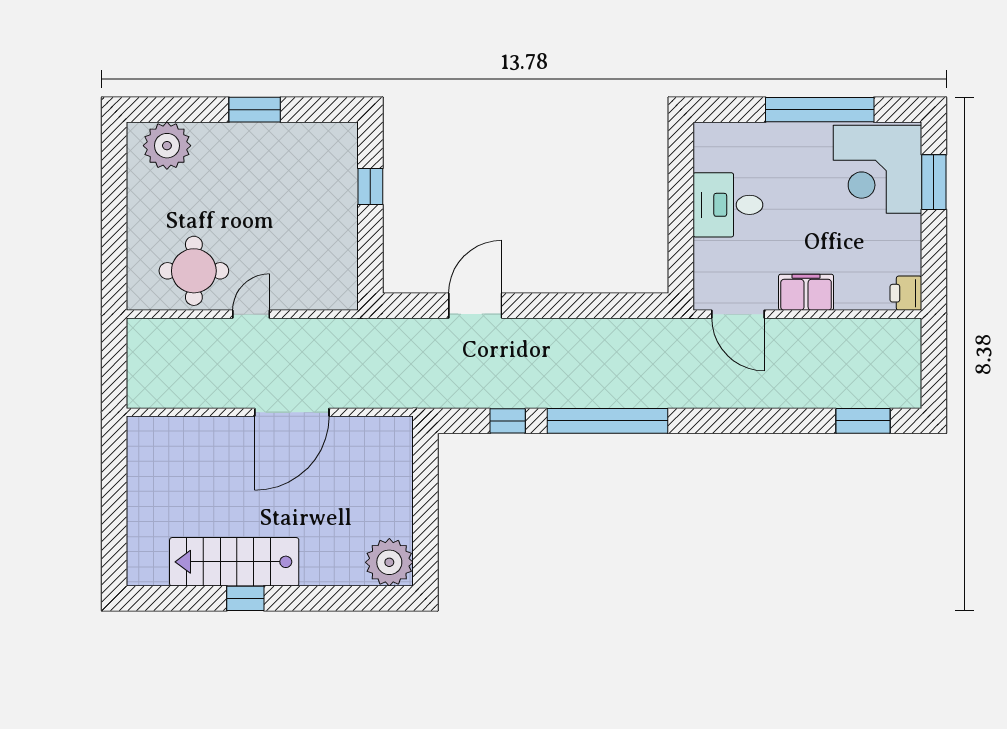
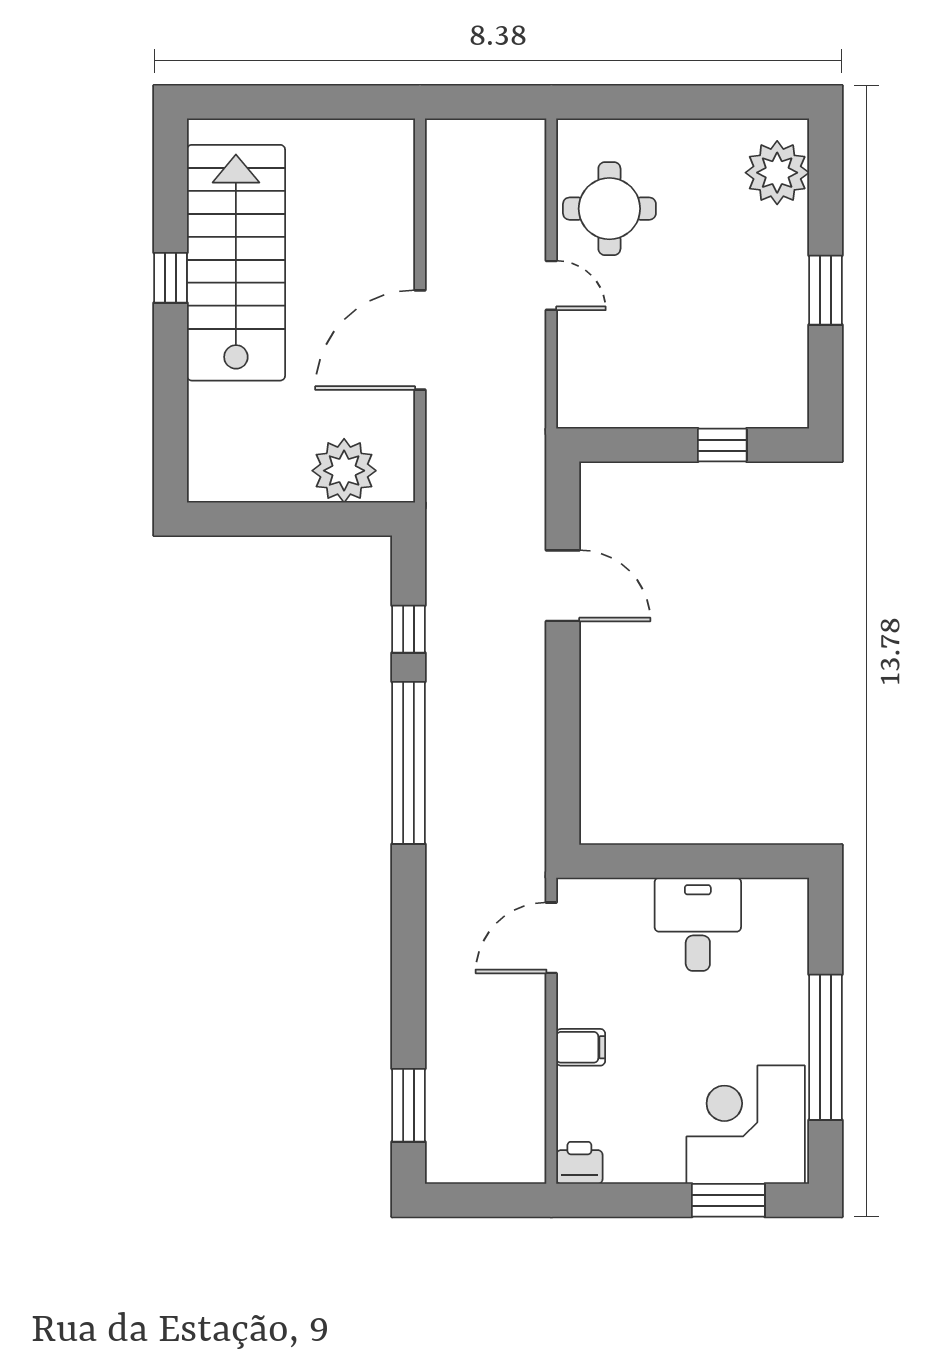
filing cabinet: (806, 292) -> (581, 1047), width x0.50
door: (292, 412) -> (420, 340), hinge flipped
stairs: (234, 562) -> (236, 263), width x1.36, depth x1.51
plant: (389, 562) -> (344, 471), moved

